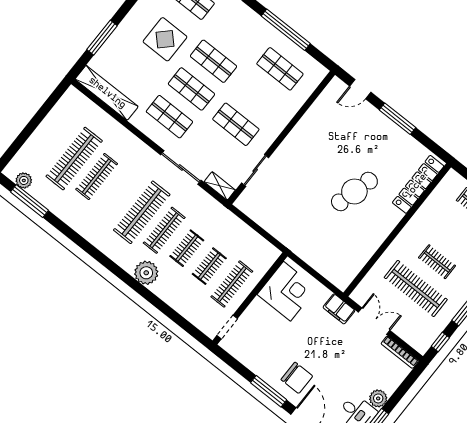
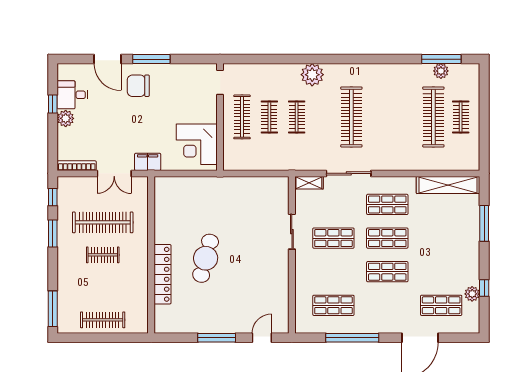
display table: (165, 39) -> (436, 259), removed
sliding door: (255, 170) -> (292, 232), moved
clothes rail: (97, 176) -> (461, 117), moved, width x0.73
plant: (24, 180) -> (441, 71), moved
locker: (418, 184) -> (162, 274), moved
clothes rail: (164, 230) -> (324, 117), removed

